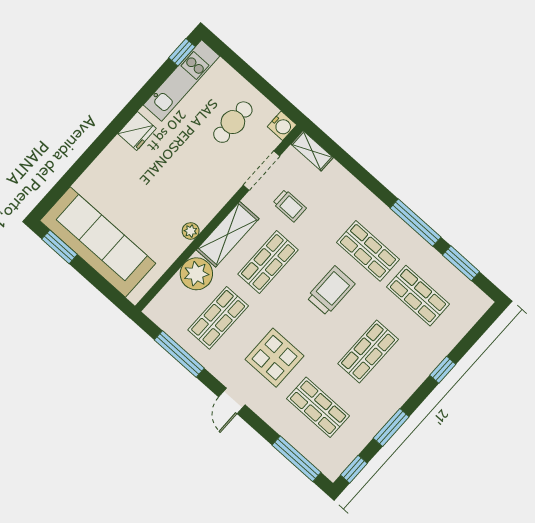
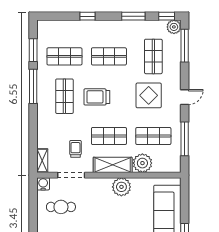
plant: (191, 231) -> (121, 187), width x1.87, depth x1.87
shop shelf: (418, 296) -> (64, 56), turned 90
plant: (332, 466) -> (174, 27), added

